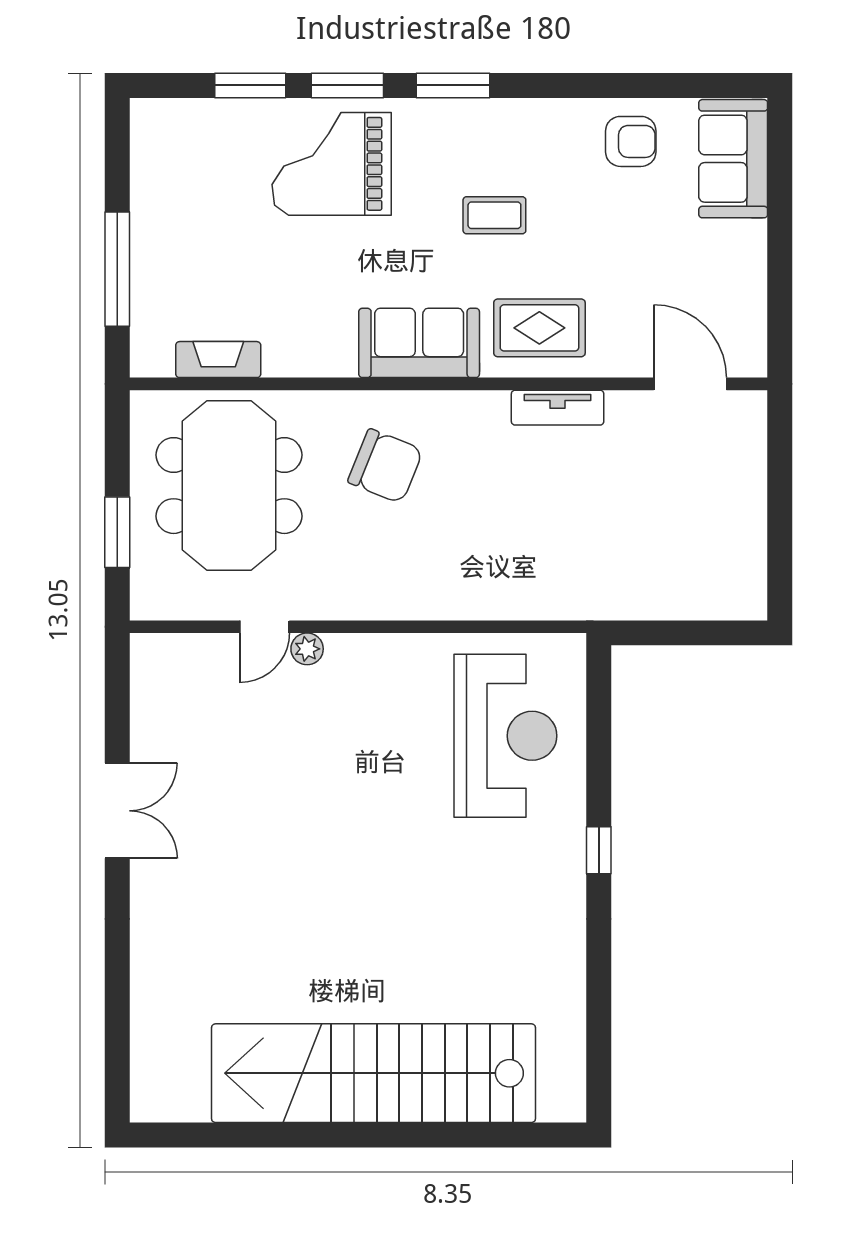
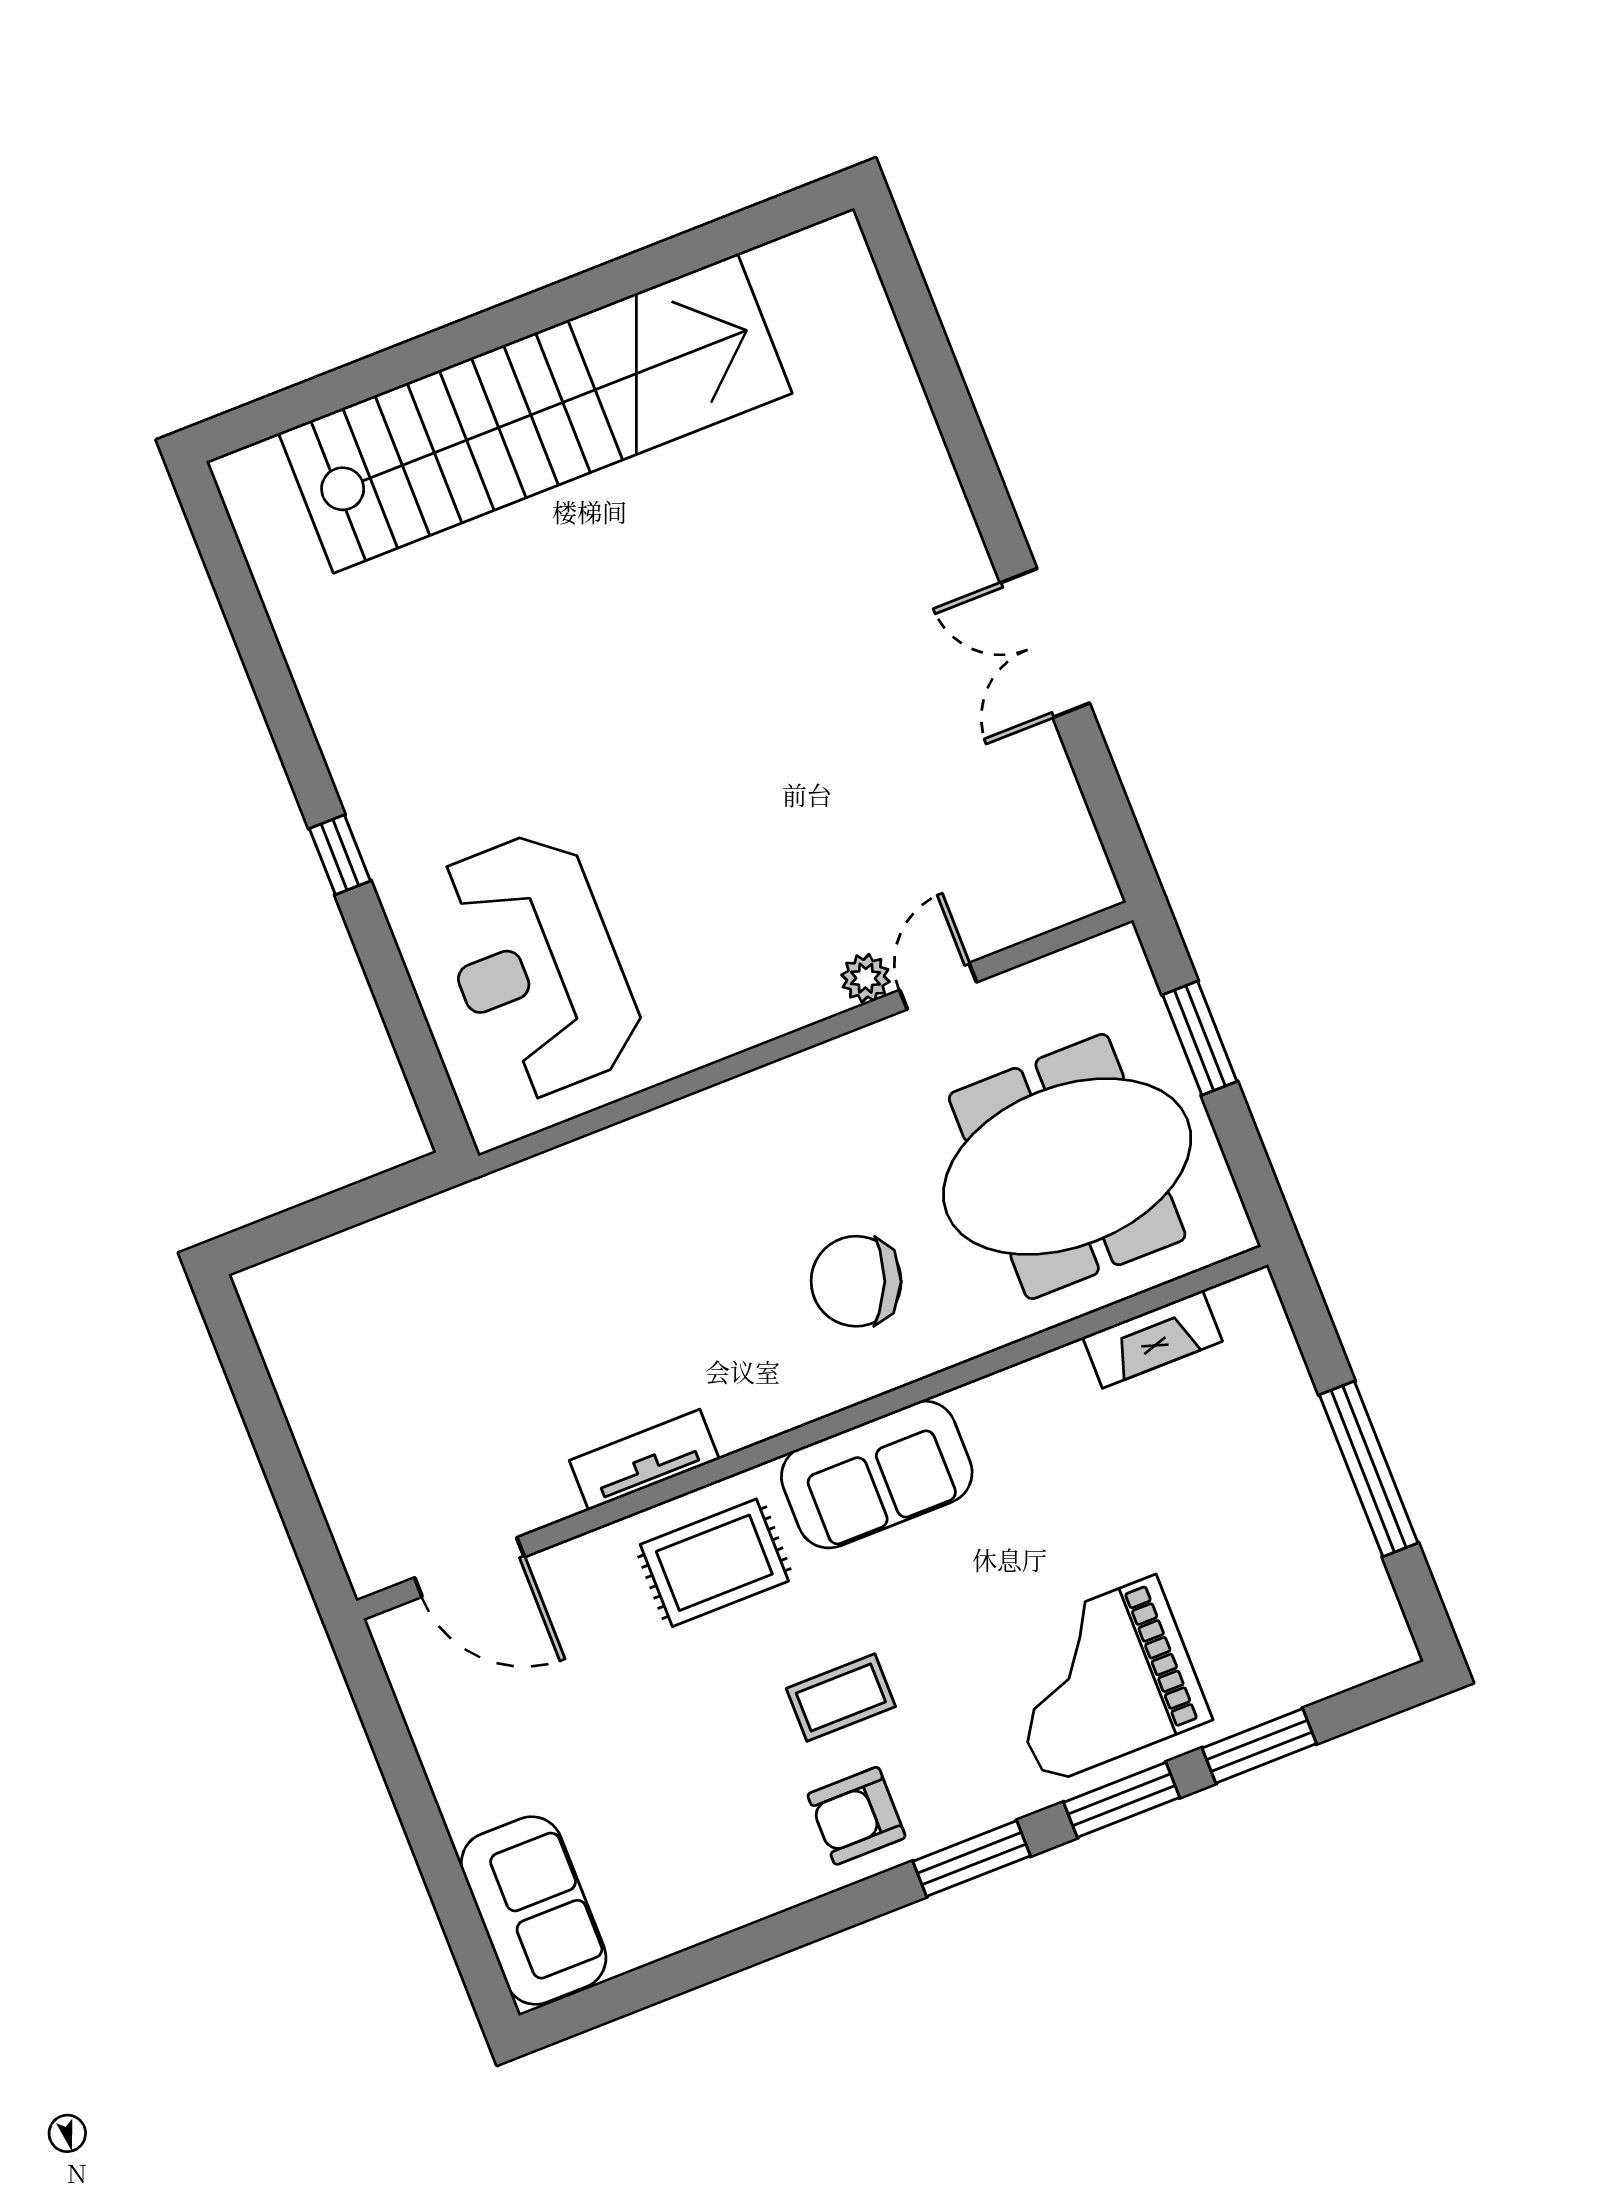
armchair: (631, 141) -> (857, 1816), moved
grand piano: (332, 164) -> (1100, 1680), turned 180
window: (117, 269) -> (1369, 1469), moved
meeting table: (229, 486) -> (1067, 1167), turned 90

